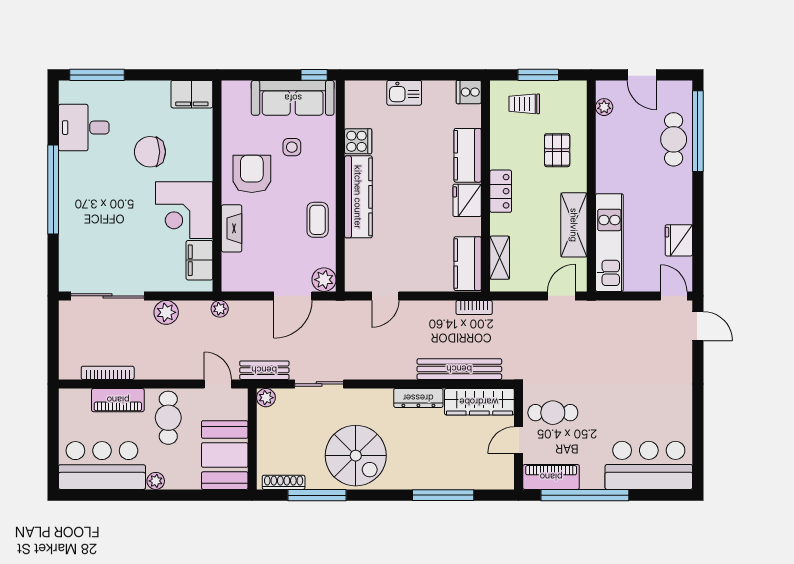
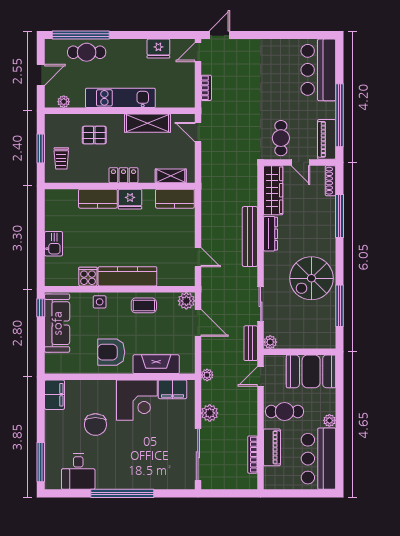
cooker: (469, 92) -> (53, 198), removed
side table: (292, 147) -> (100, 302), moved
fireplace: (232, 228) -> (156, 364), width x1.37, depth x1.32
kitchen unit: (609, 243) -> (120, 98), moved
bookcase: (474, 308) -> (206, 88), moved
bench: (459, 369) -> (250, 237), moved
spiral stairs: (356, 456) -> (311, 278), turned 180
shoe rack: (284, 482) -> (330, 181), moved

